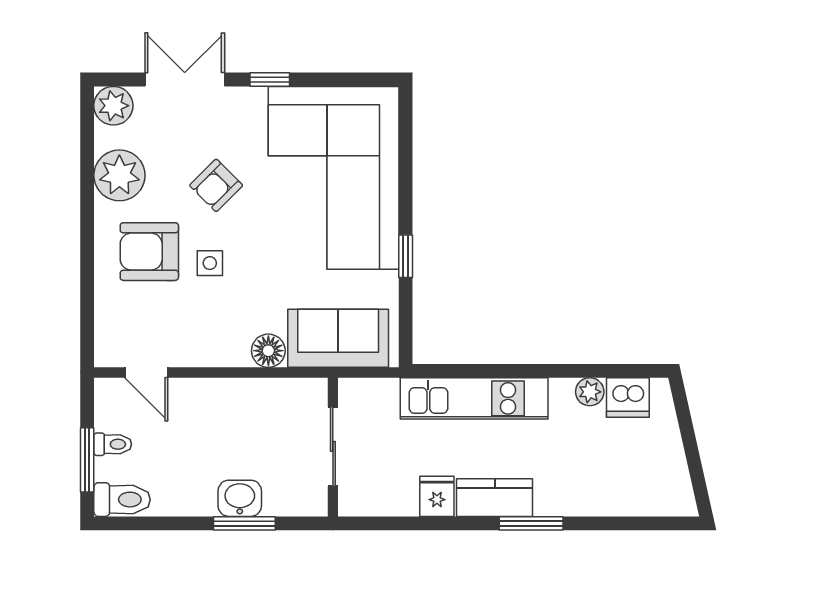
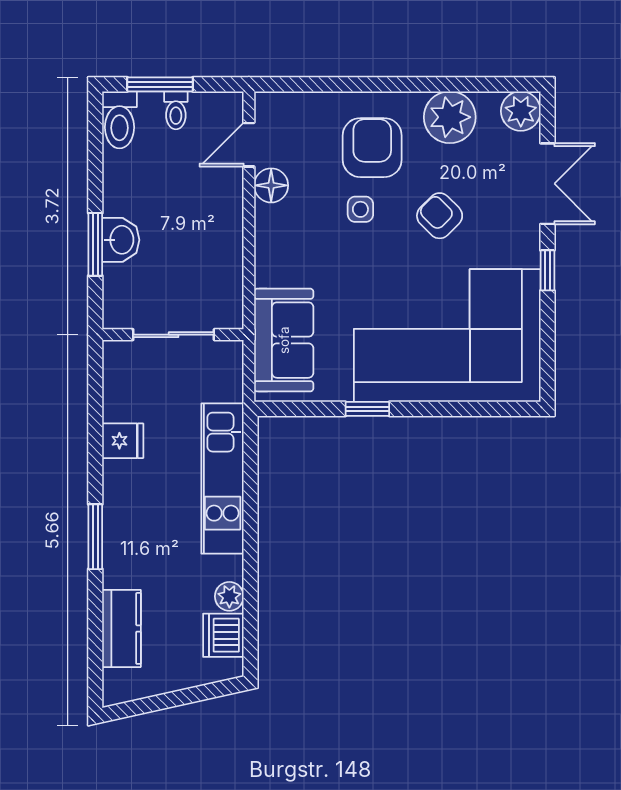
floor lamp: (268, 351) -> (271, 185), moved
kitchen counter: (495, 498) -> (121, 628), moved

